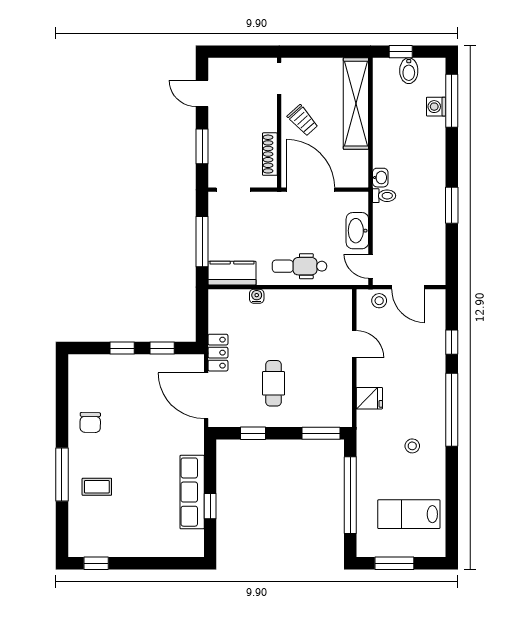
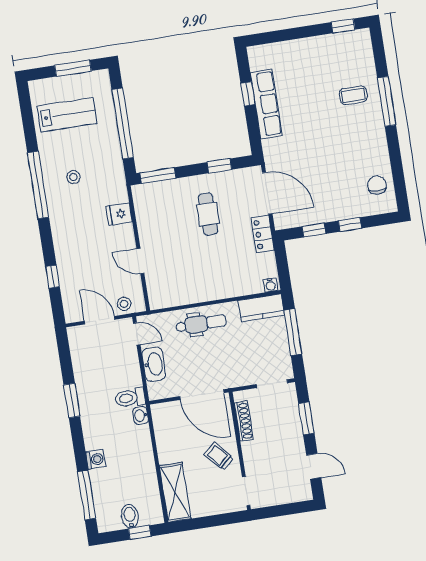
shelving: (356, 104) -> (175, 492), width x0.68
washing machine: (436, 107) -> (96, 459), moved
toilet: (384, 196) -> (130, 398), width x1.37, depth x1.39
water cooler: (257, 296) -> (271, 285), moved
window: (452, 410) -> (38, 185), moved
chair: (90, 423) -> (377, 185), moved

